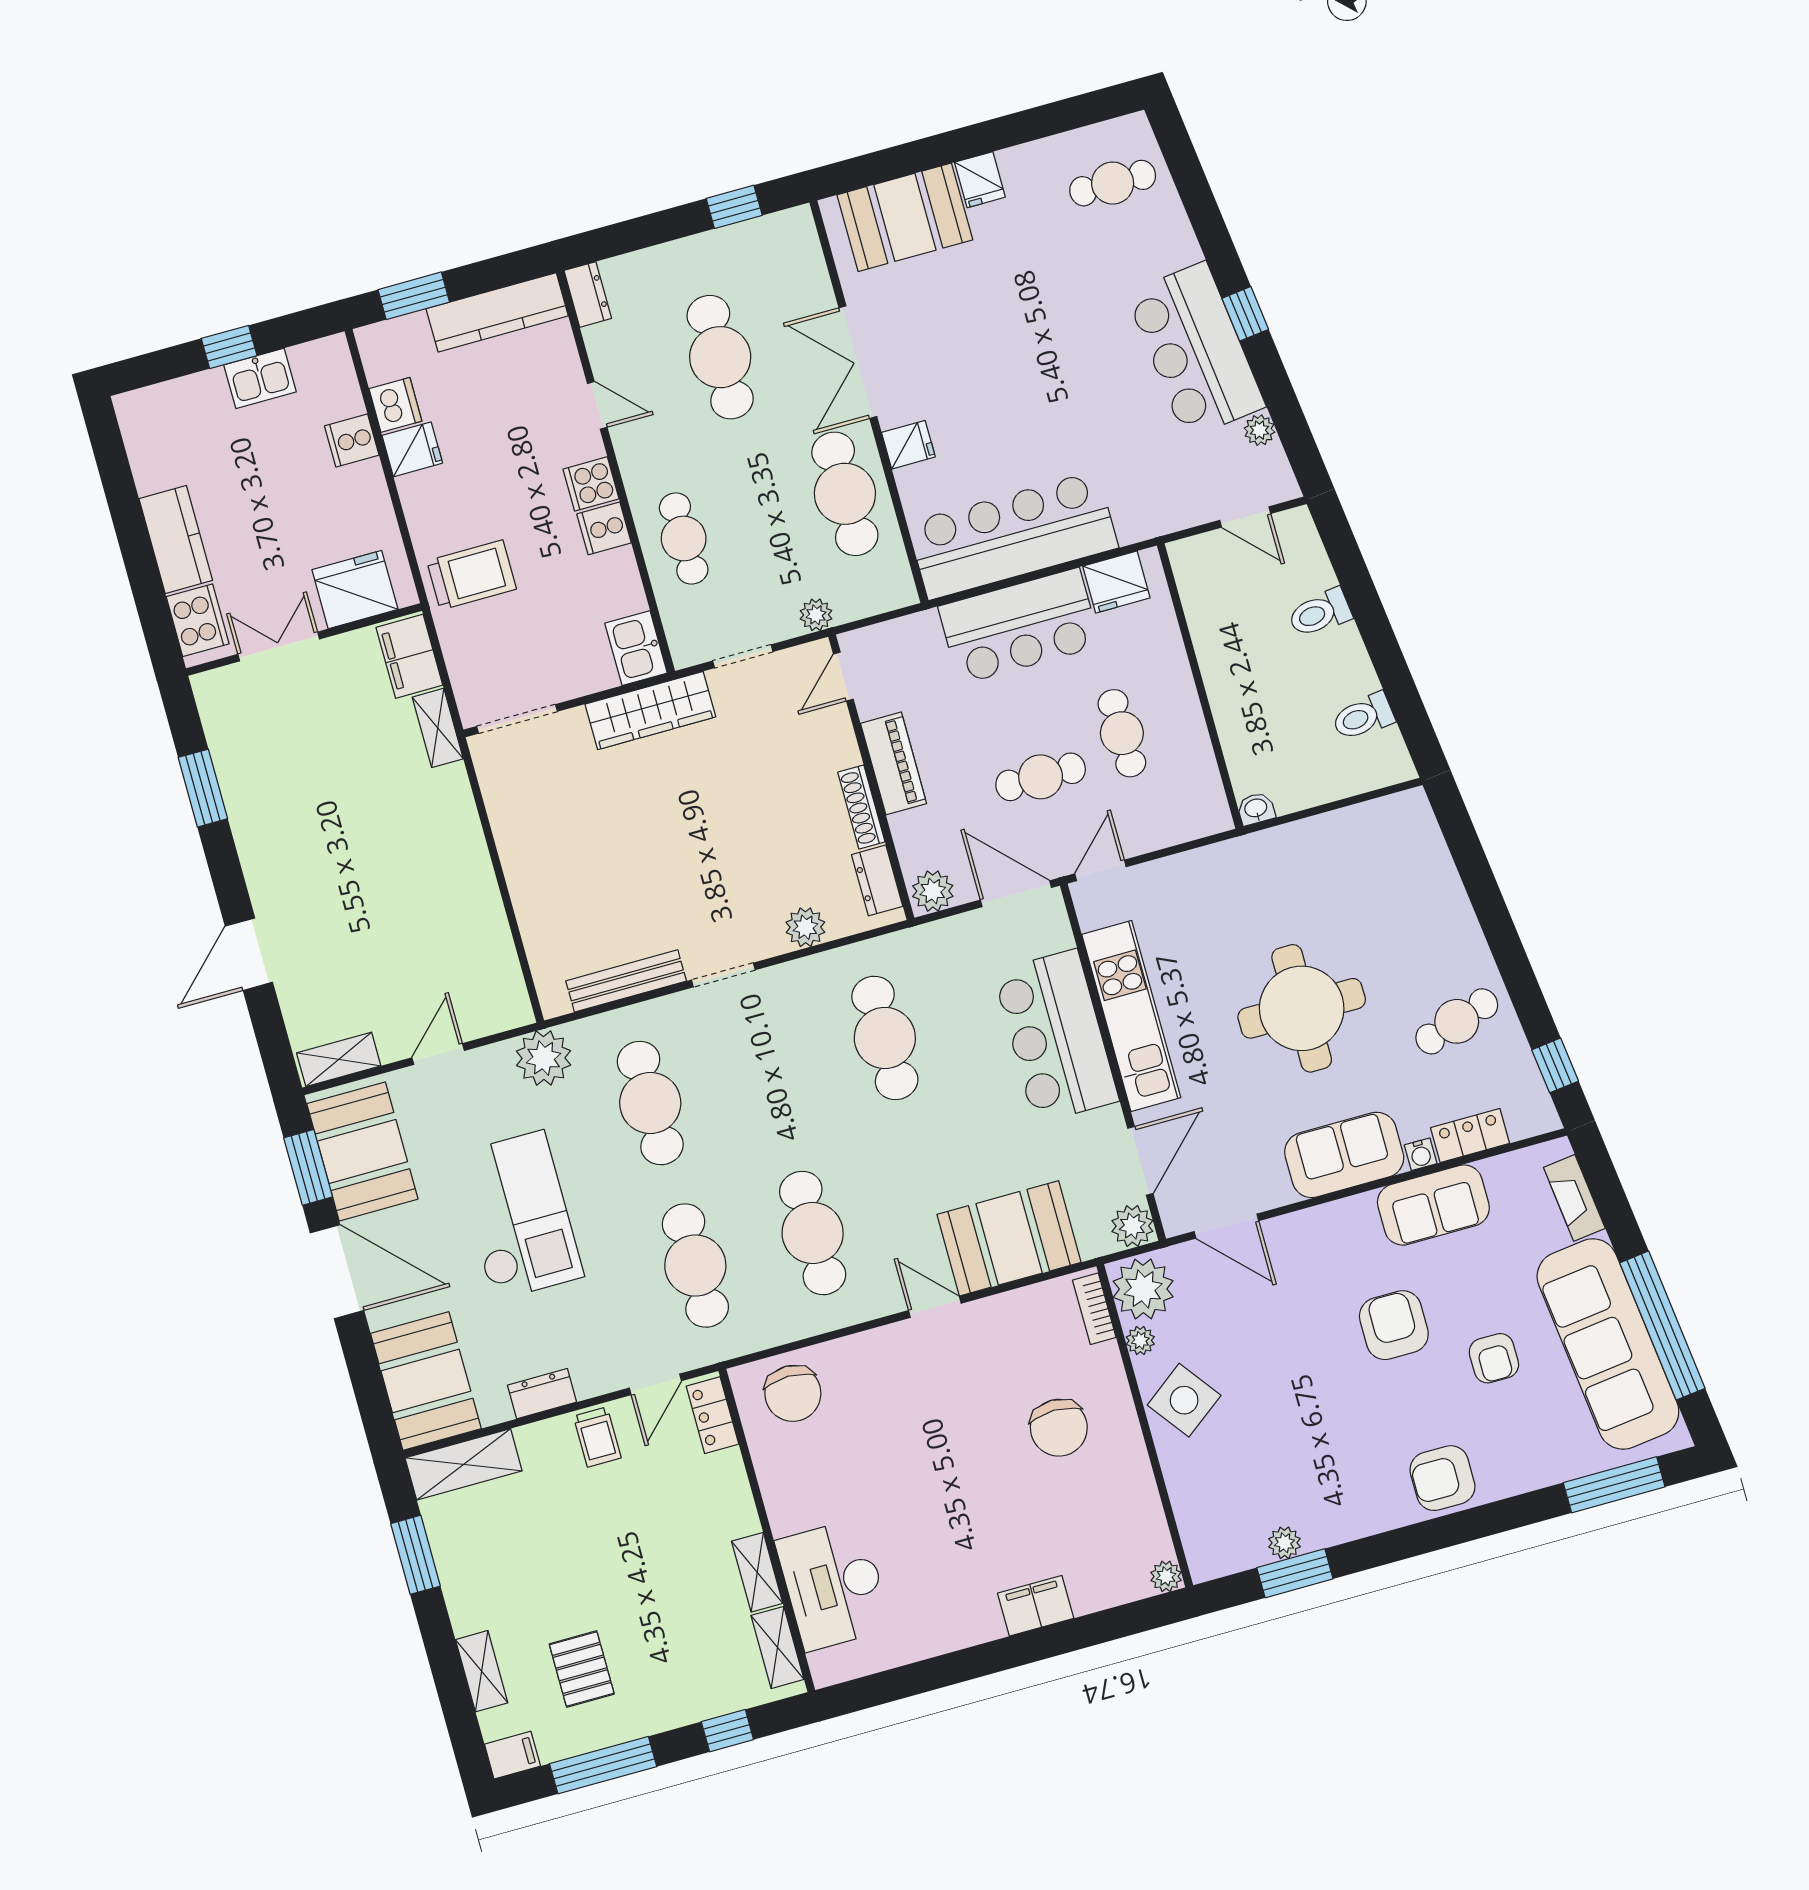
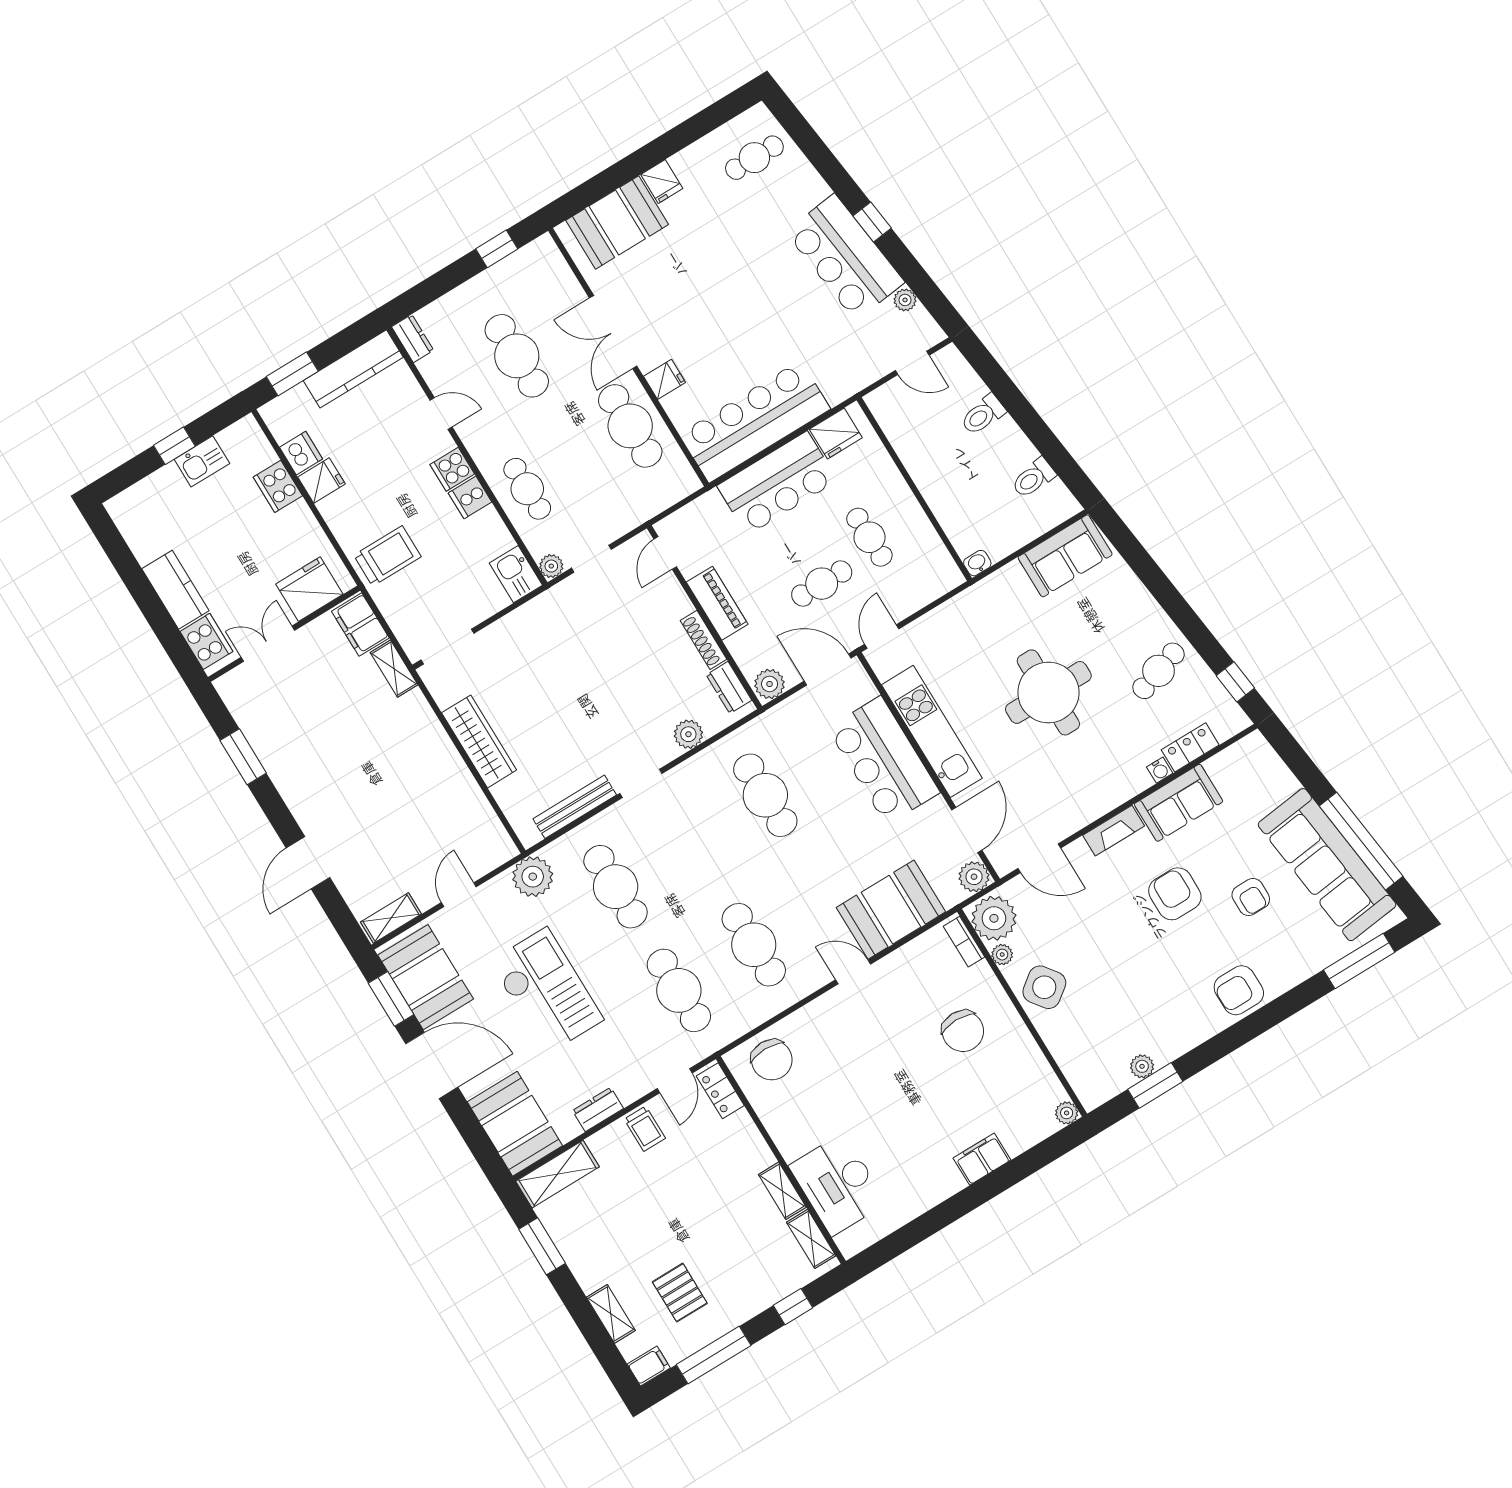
cooker: (352, 440) -> (278, 486), width x1.36
plant: (816, 615) -> (551, 566), moved
wardrobe: (650, 711) -> (479, 741), moved, turned -90
sofa: (1344, 1155) -> (1065, 556), moved, turned 180
fireplace: (1574, 1198) -> (1114, 831), moved, turned -83

